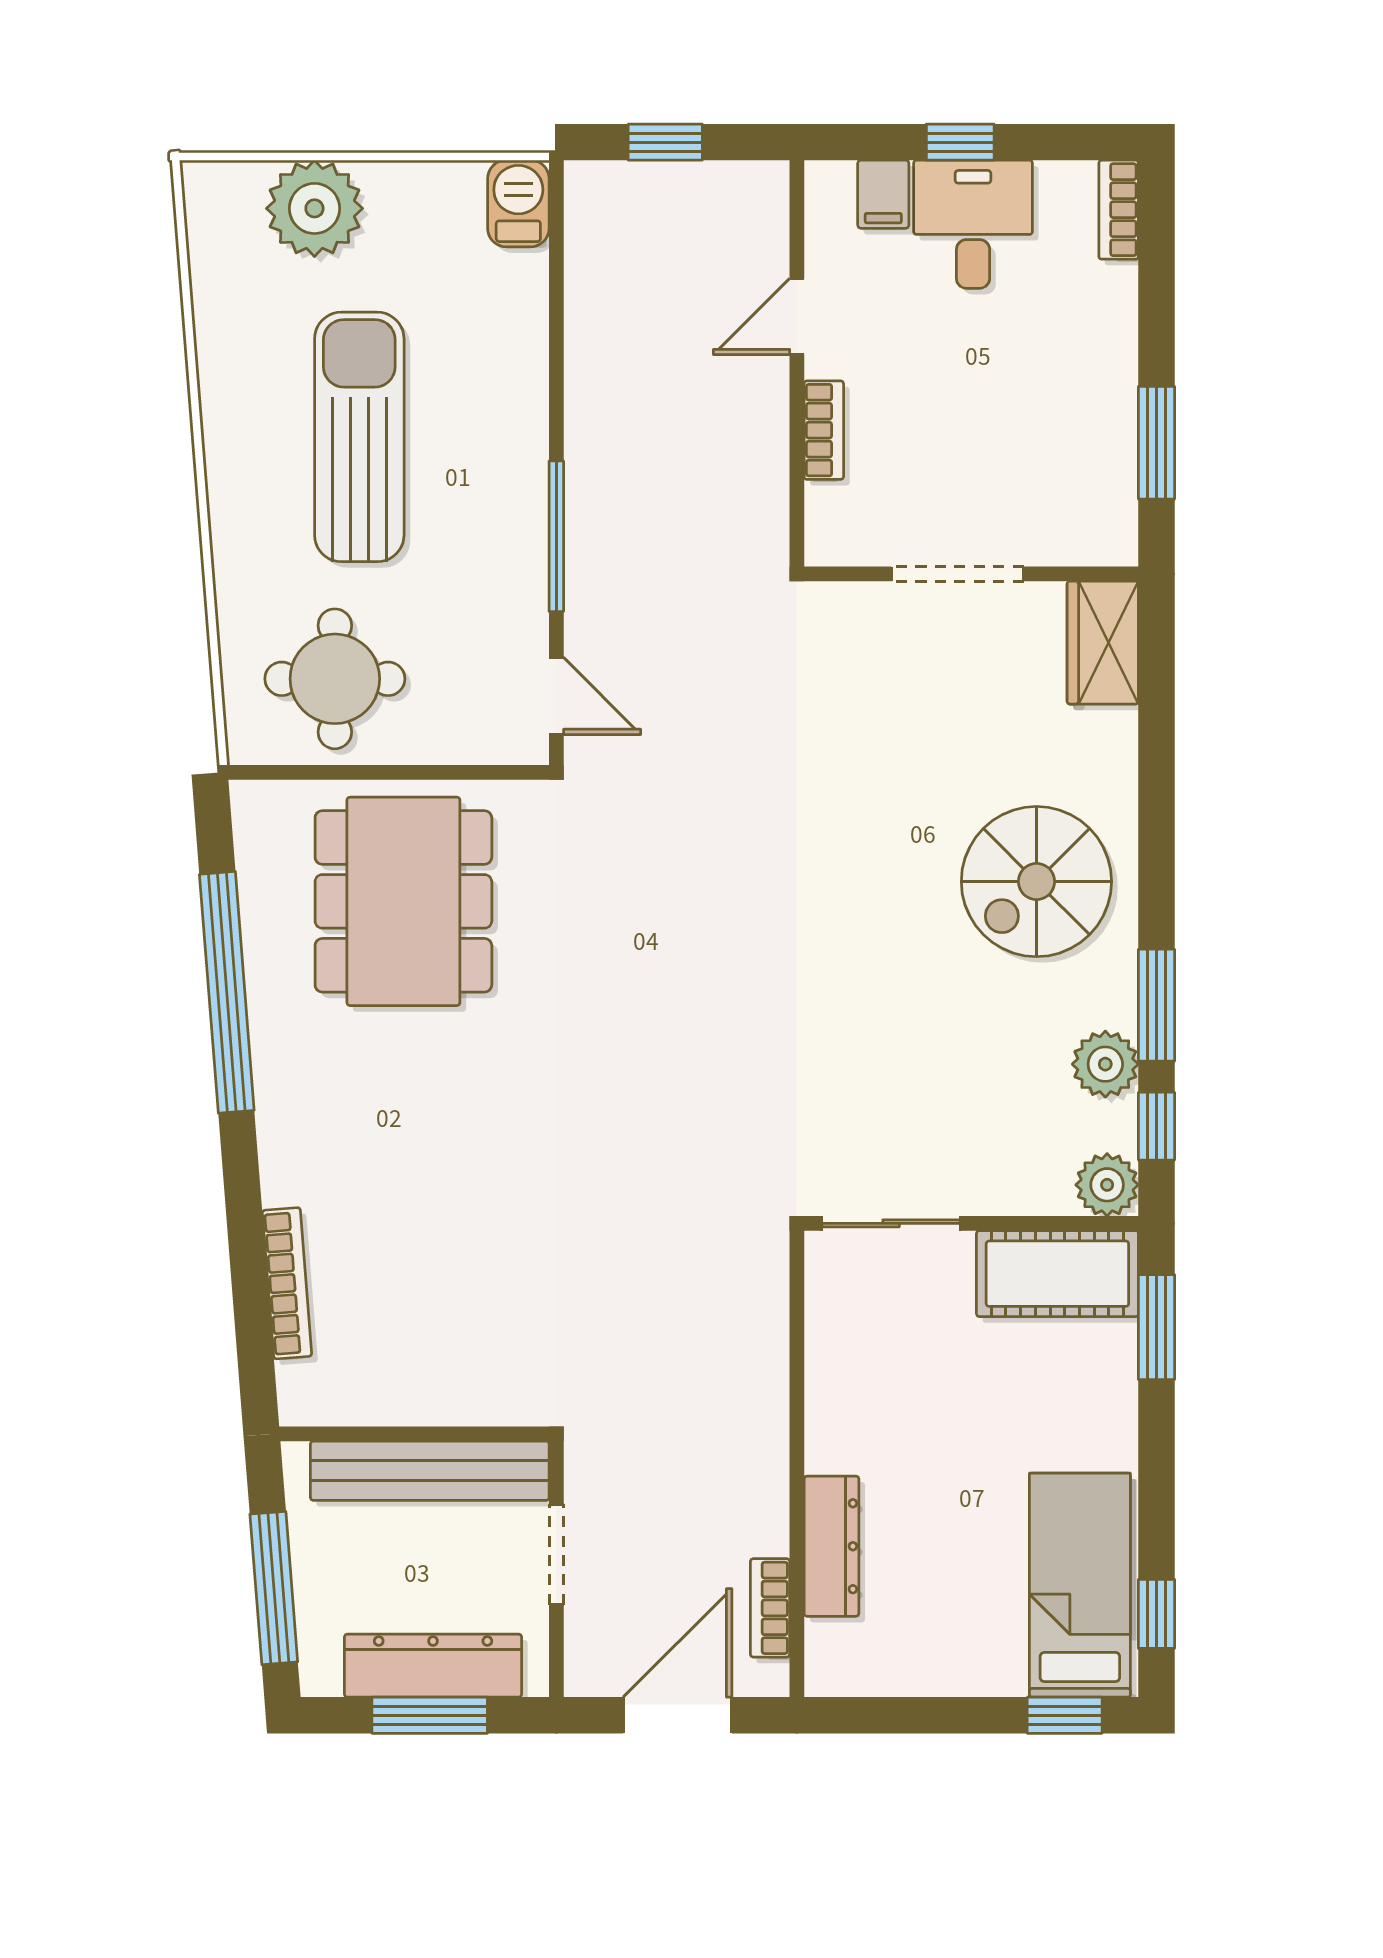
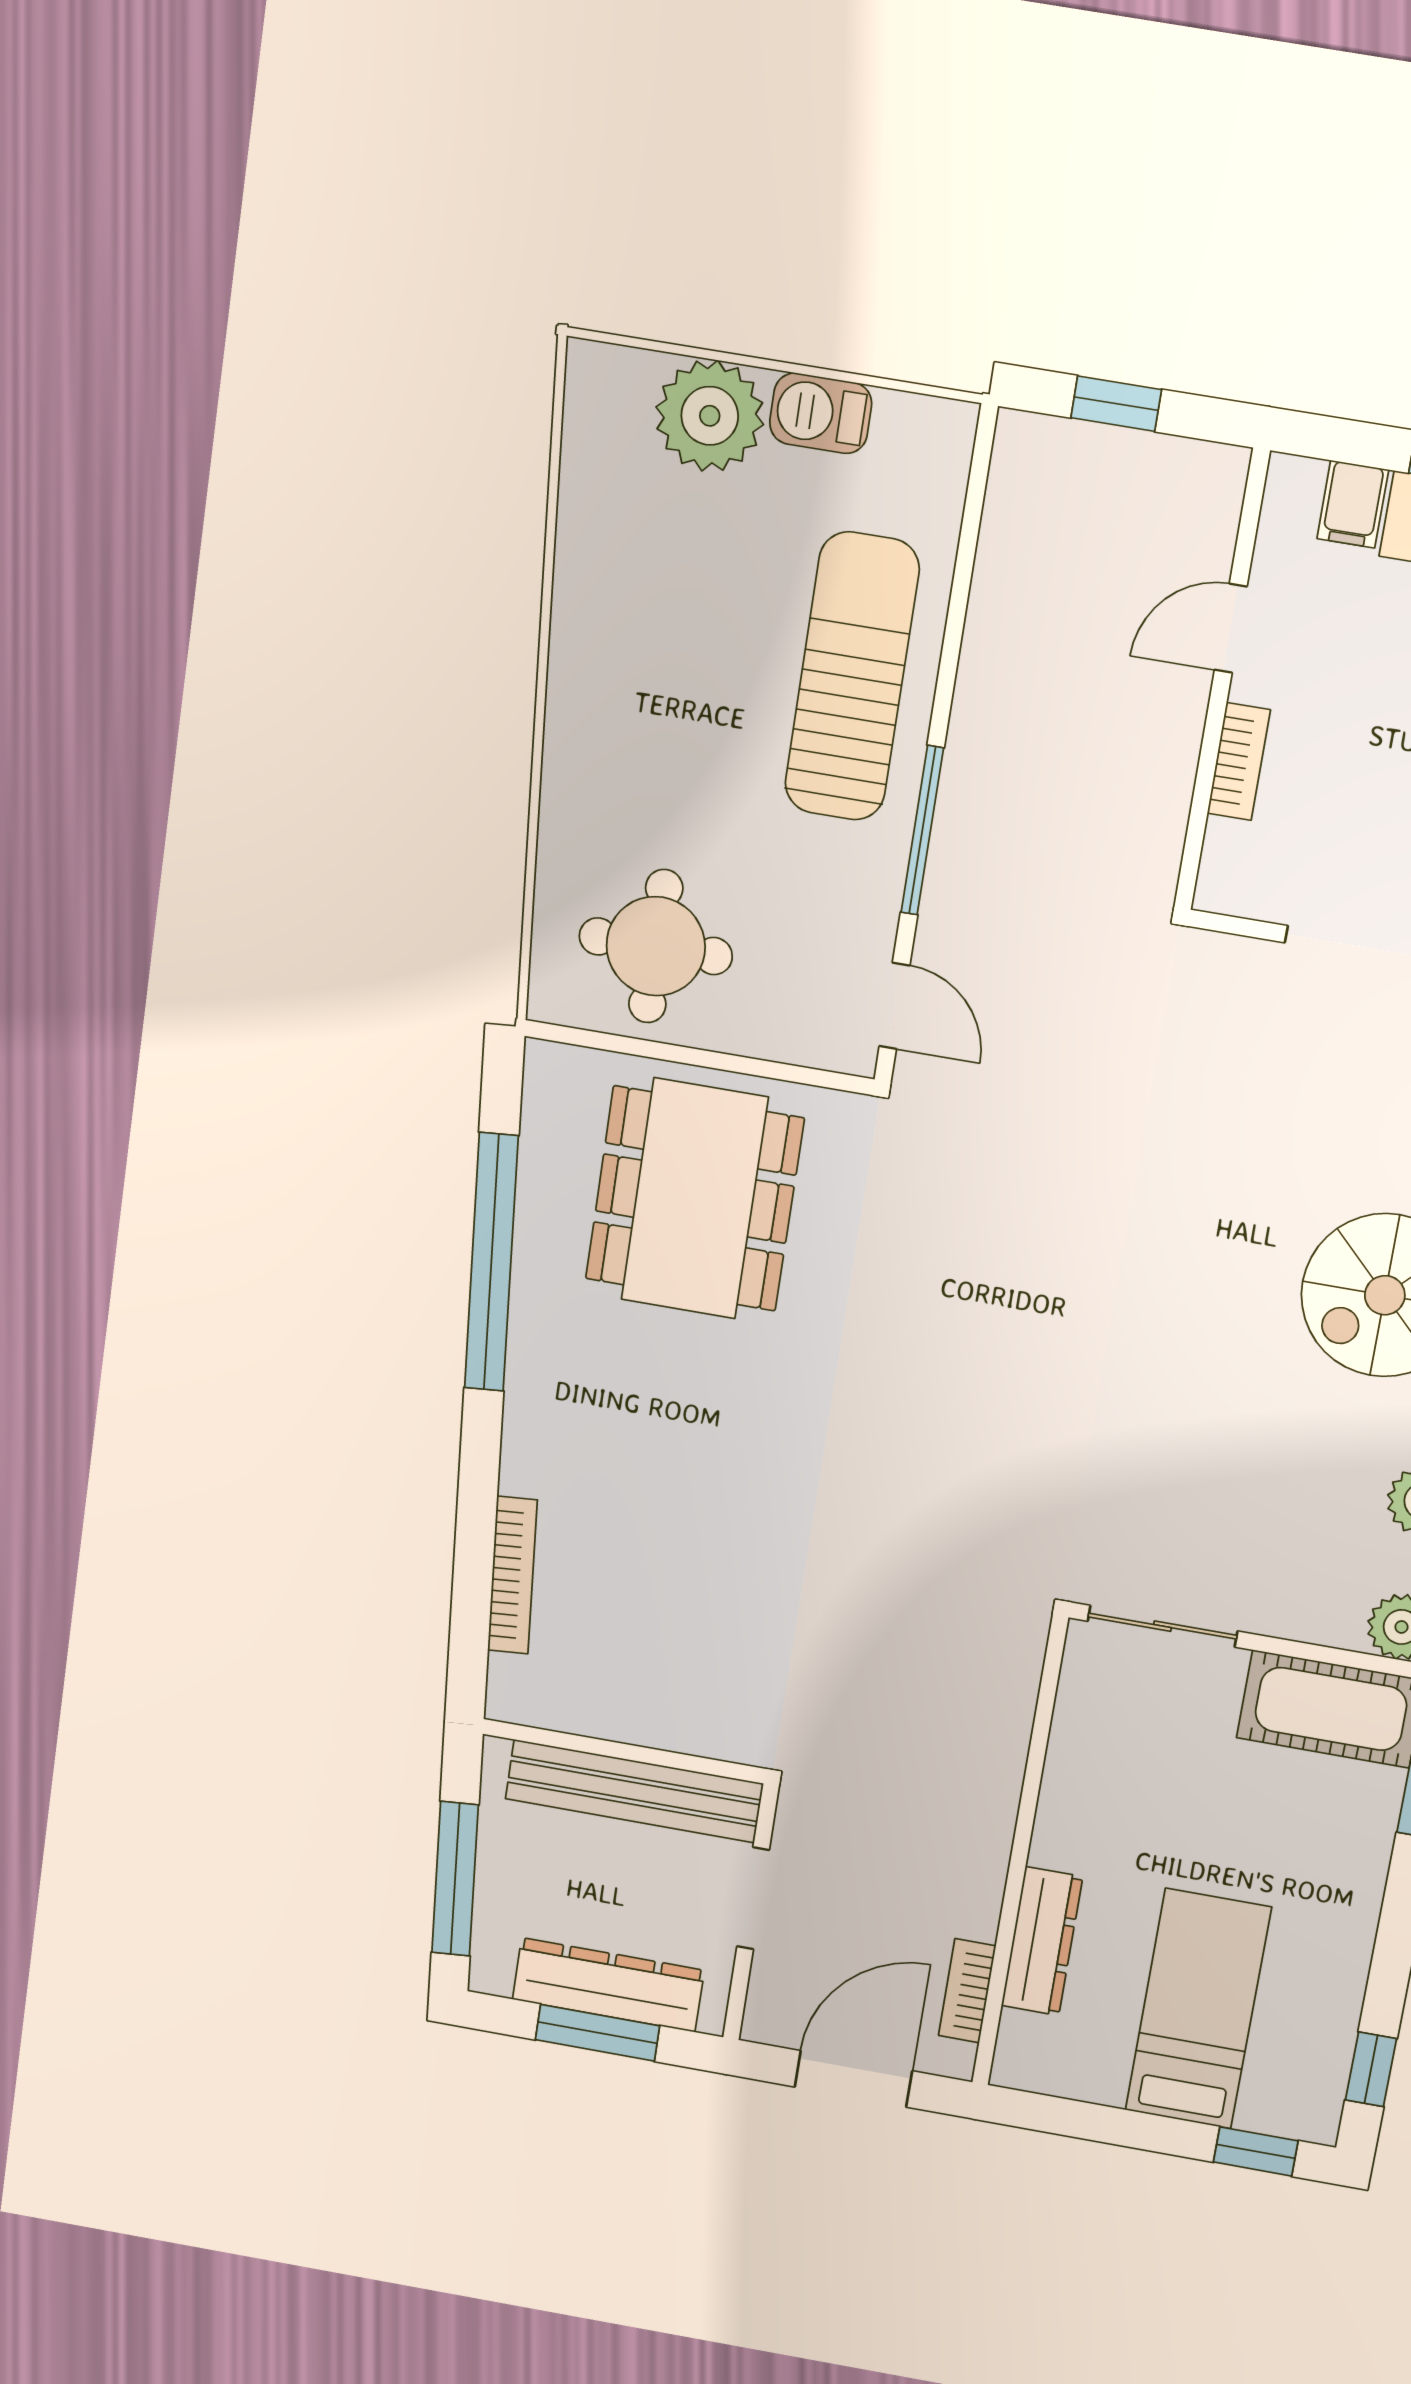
barbecue: (518, 203) -> (821, 413), moved, turned -90
sun lounger: (359, 437) -> (852, 677), moved
bed: (1080, 1585) -> (1198, 2009), moved

